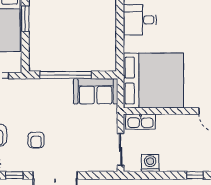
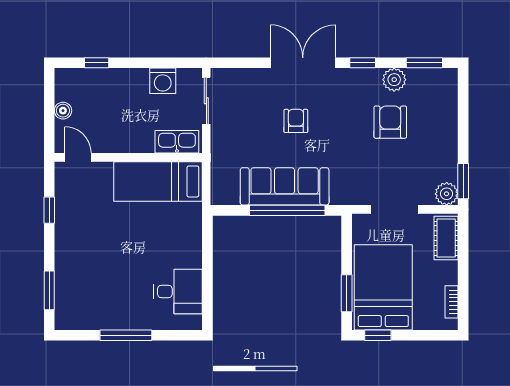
bed: (153, 81) -> (158, 181), width x0.49
sofa: (96, 91) -> (285, 186), moved, width x1.36
armchair: (36, 140) -> (296, 121), moved

